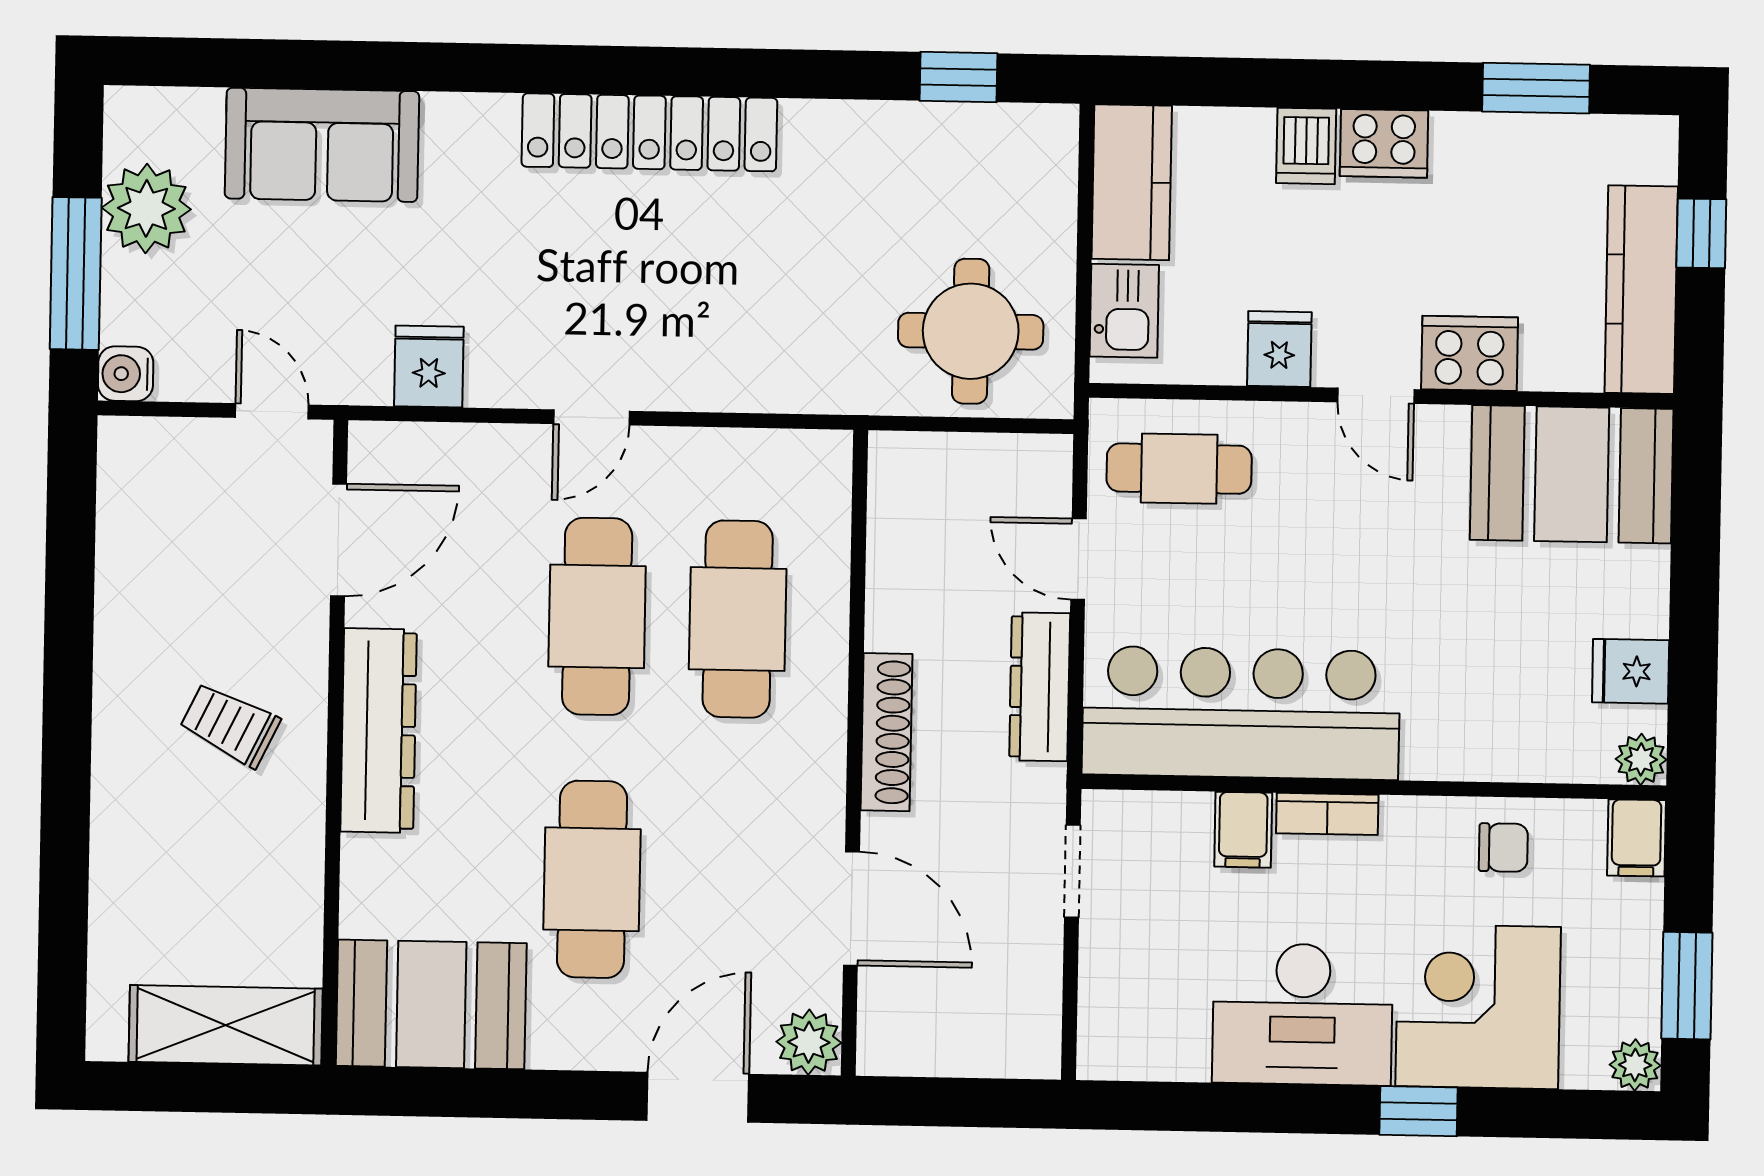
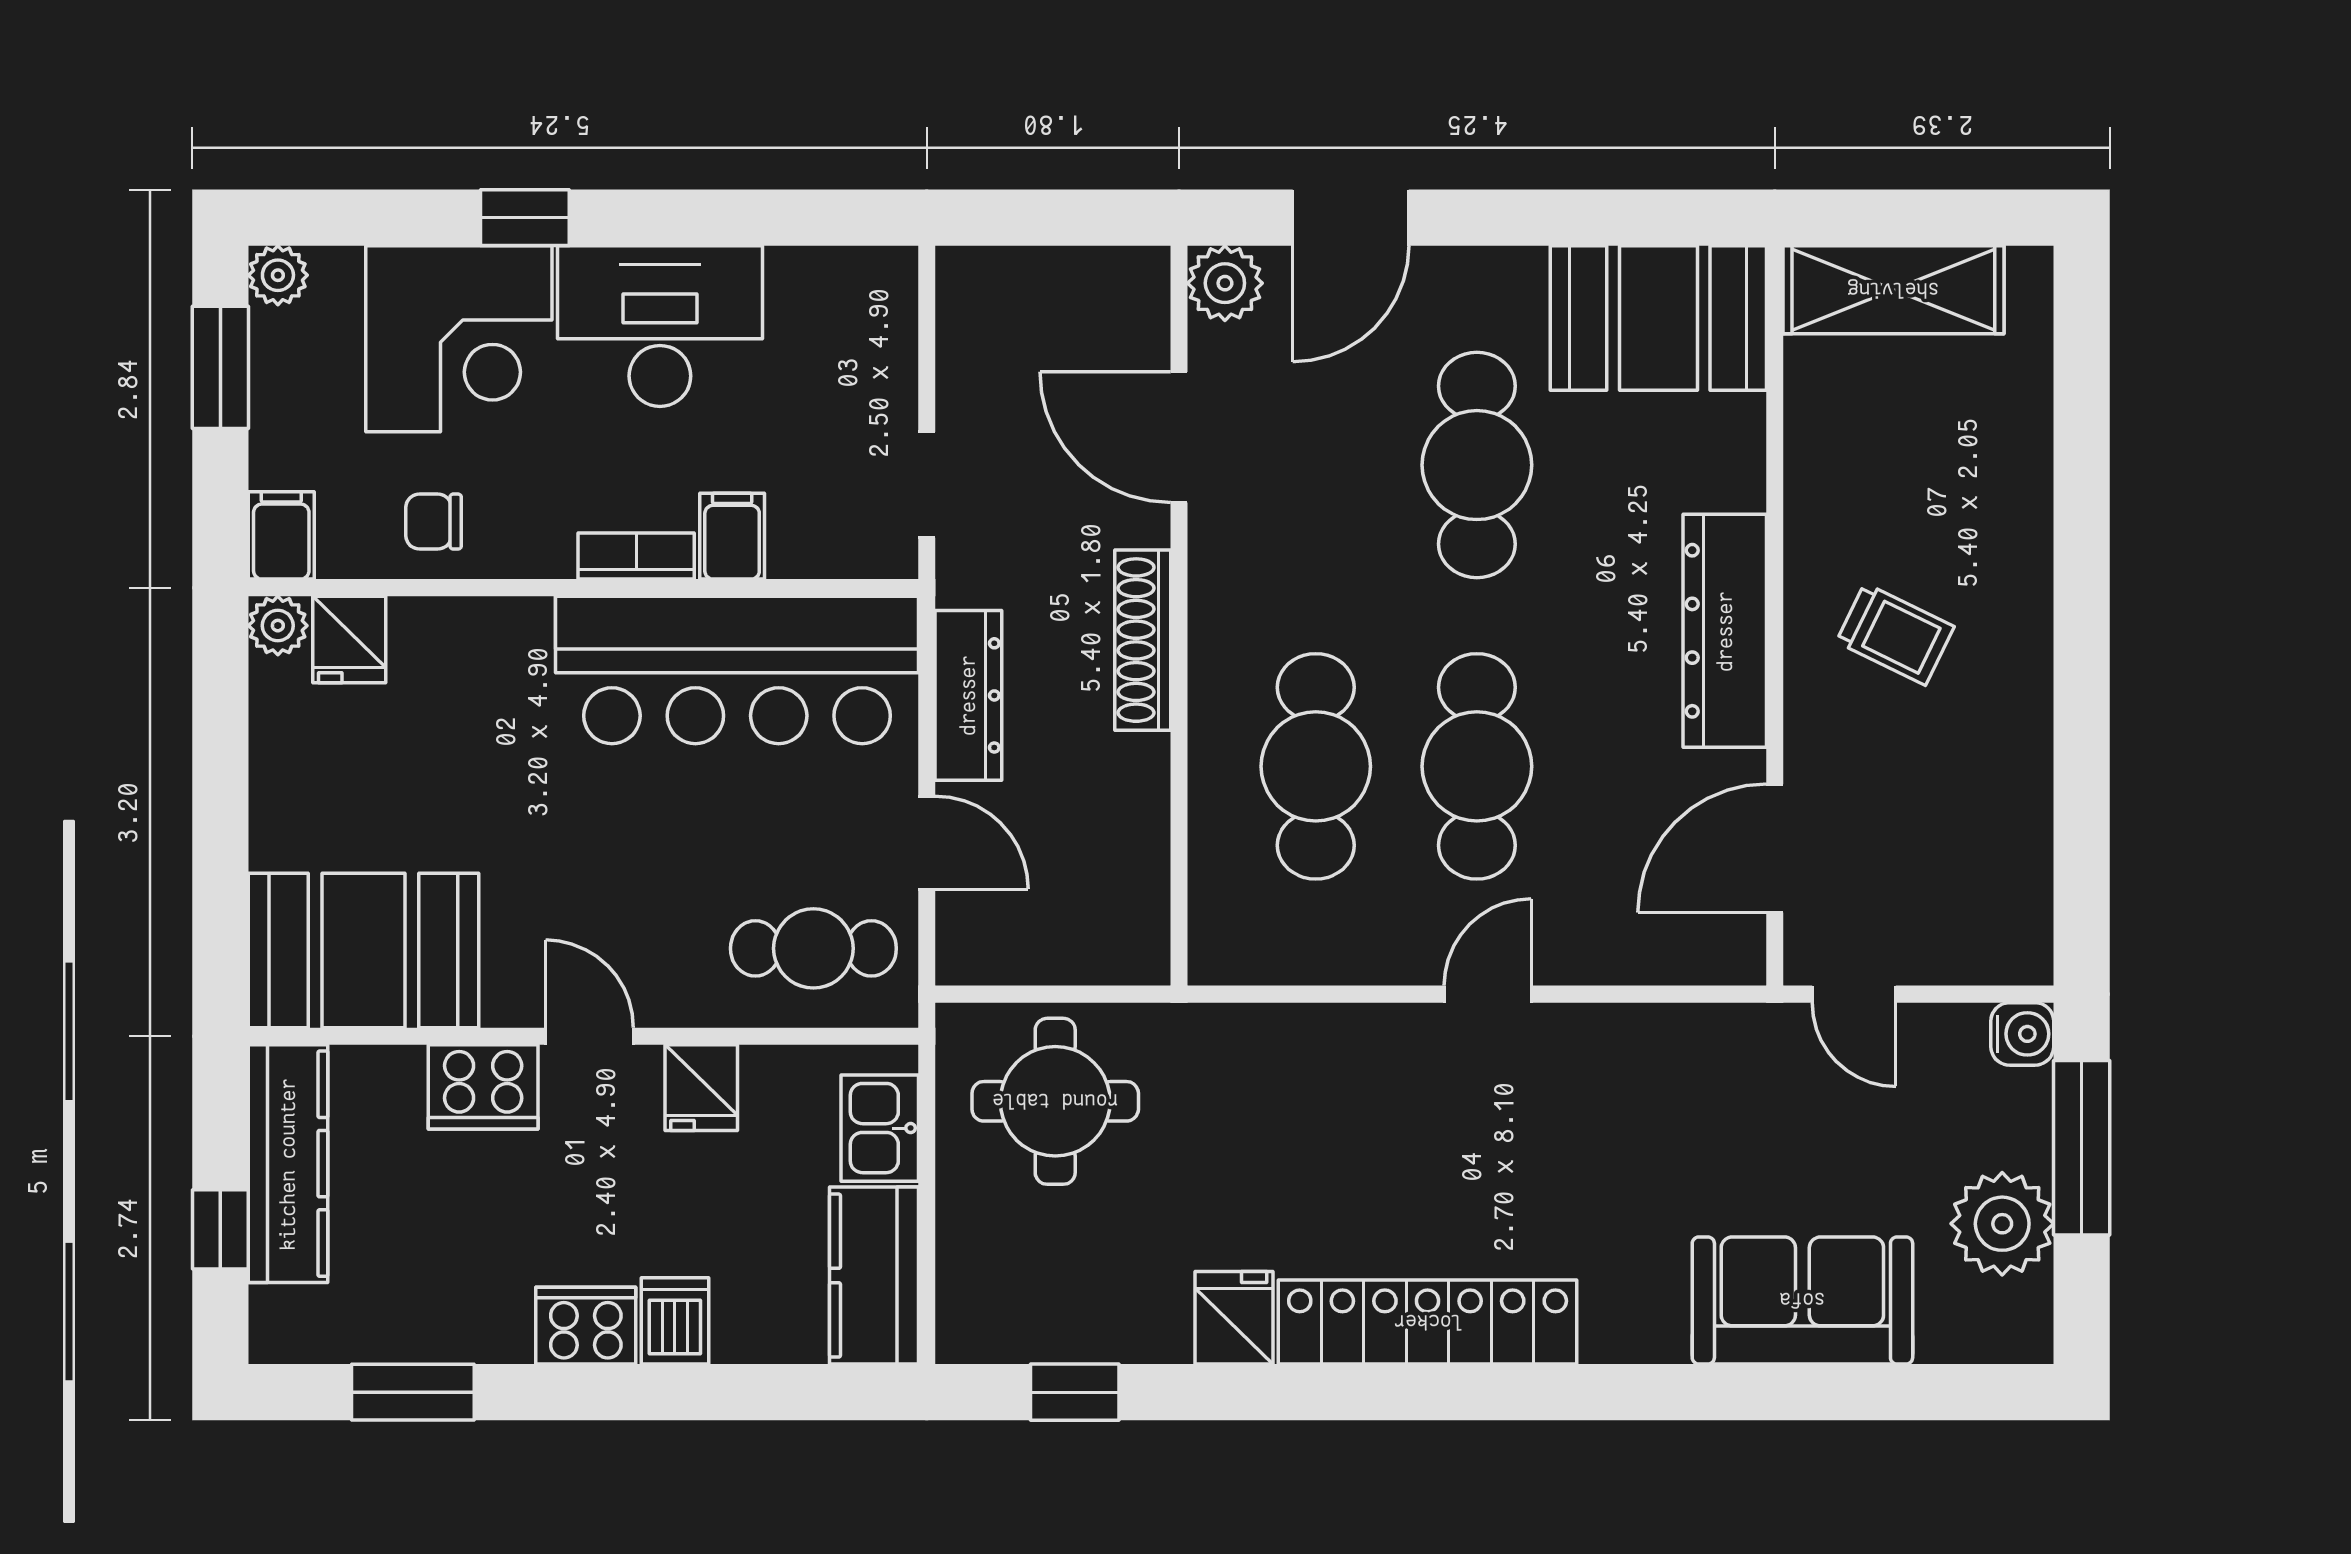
fridge: (429, 366) -> (1234, 1318), moved, turned 180
fridge: (1631, 671) -> (349, 640), moved, turned 90

